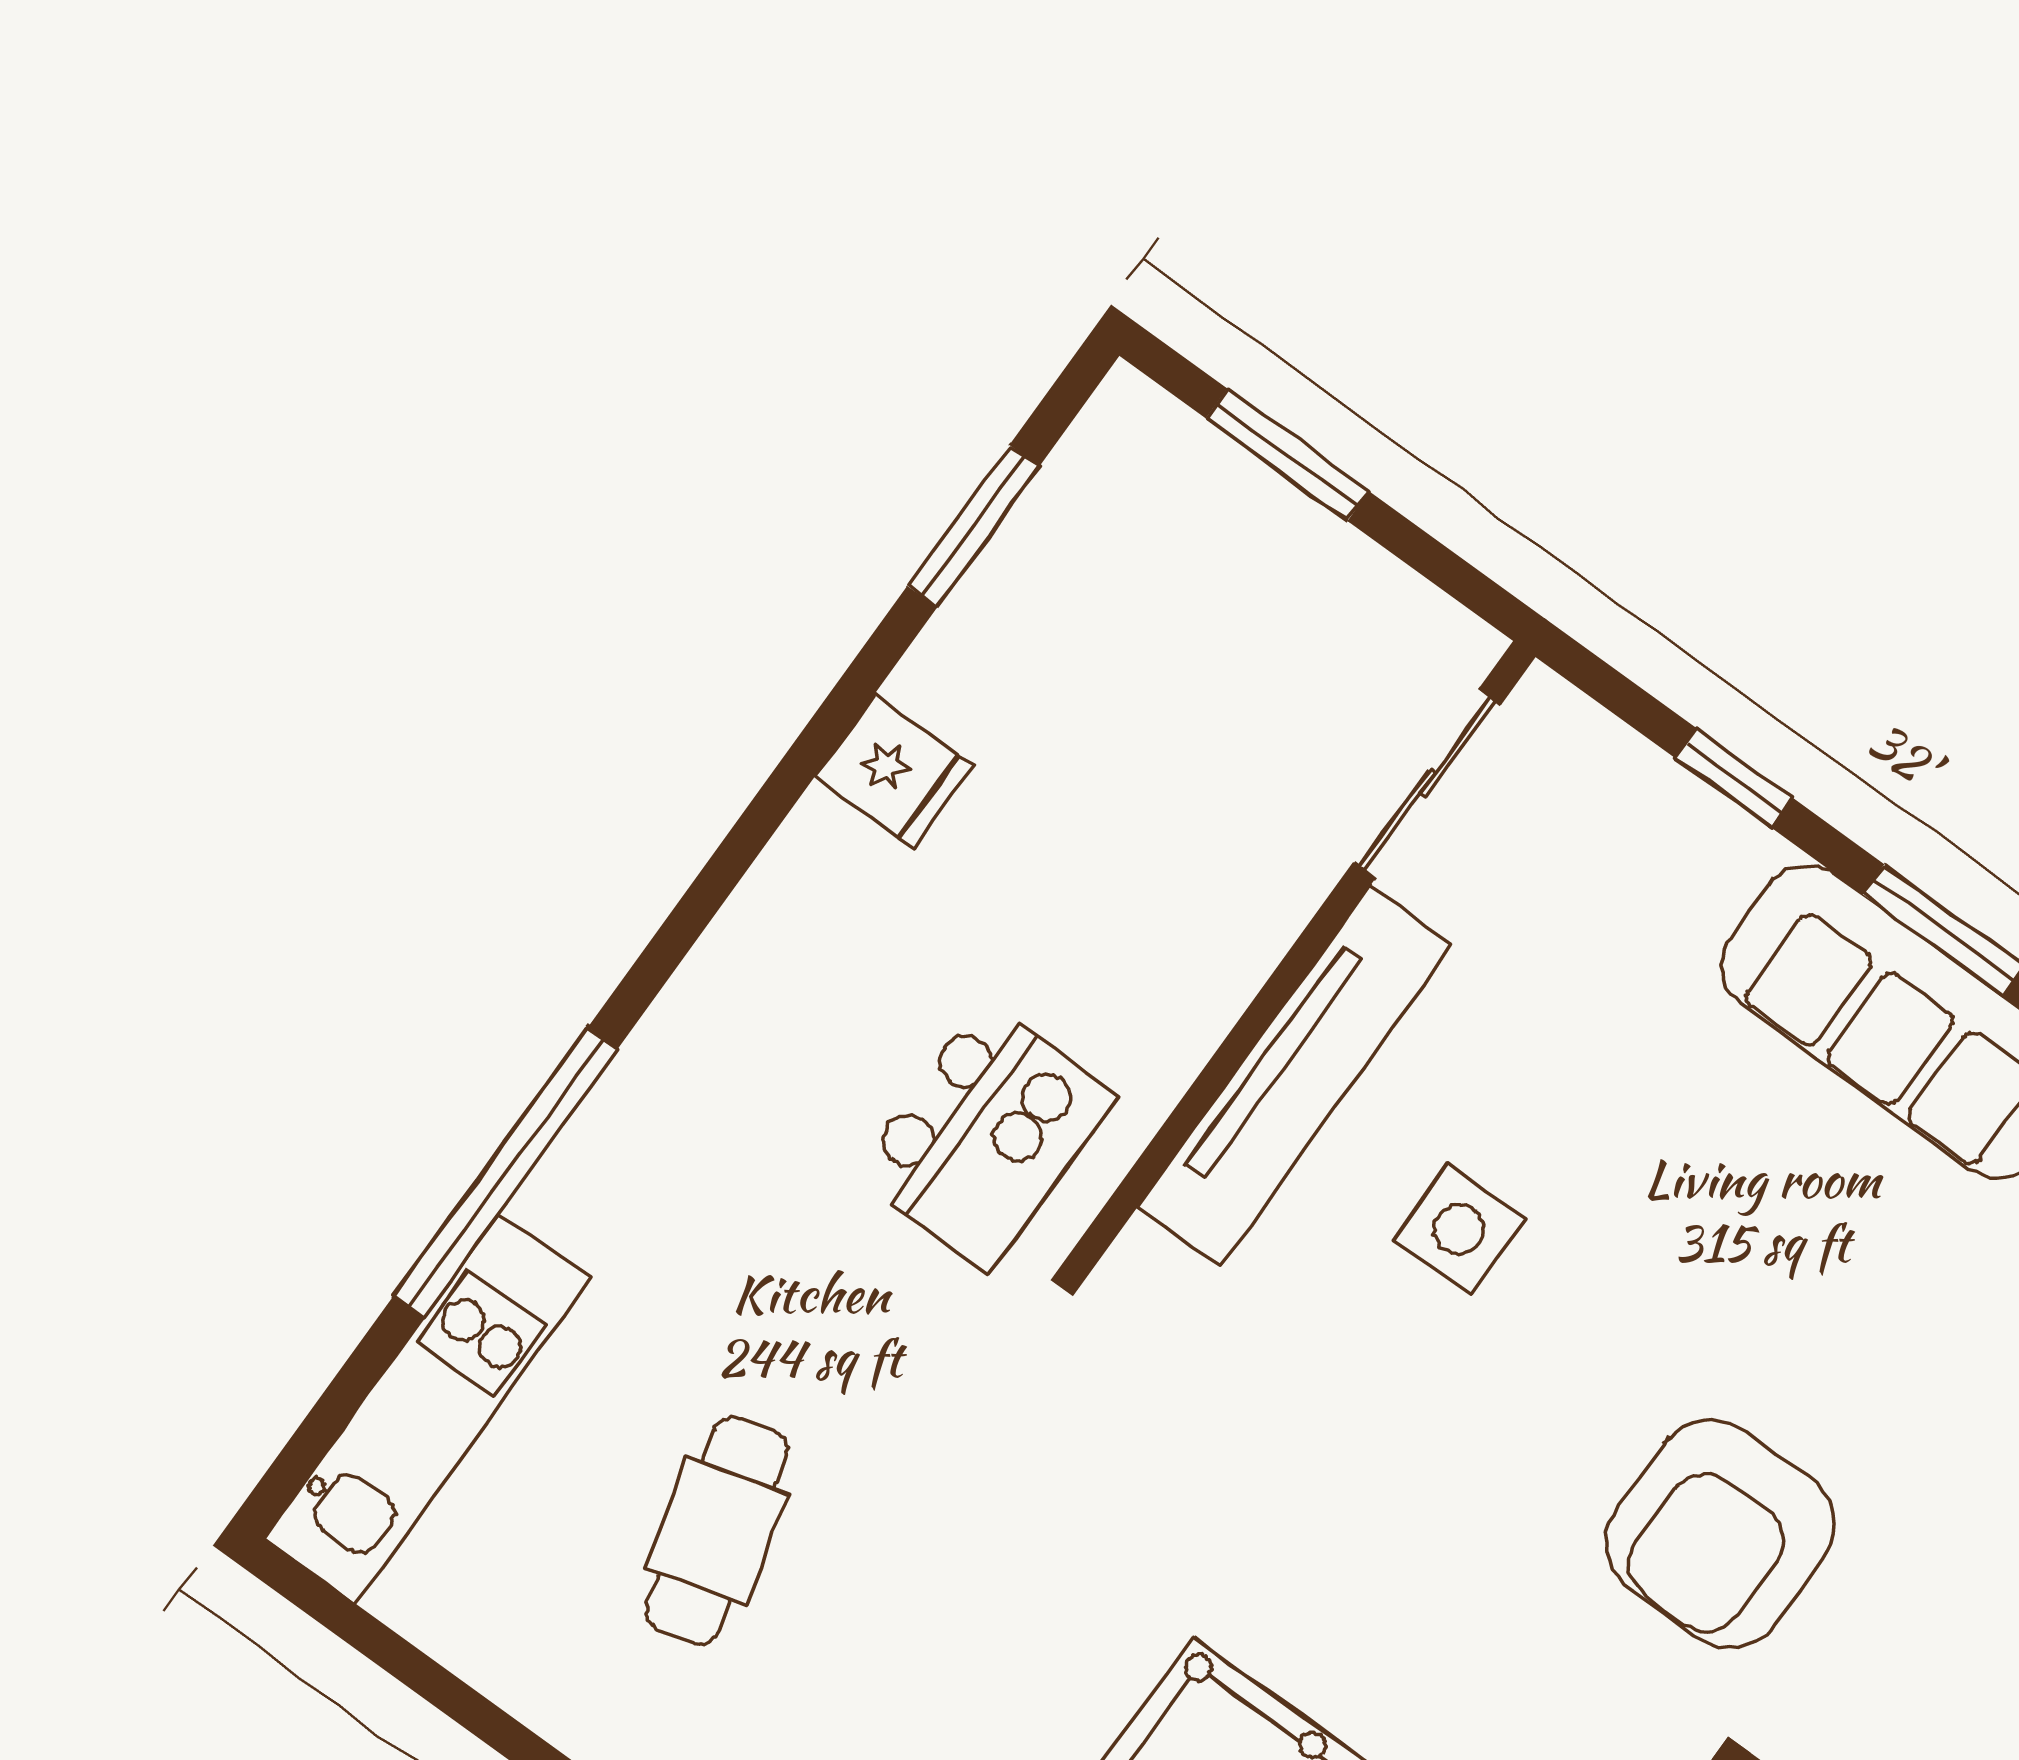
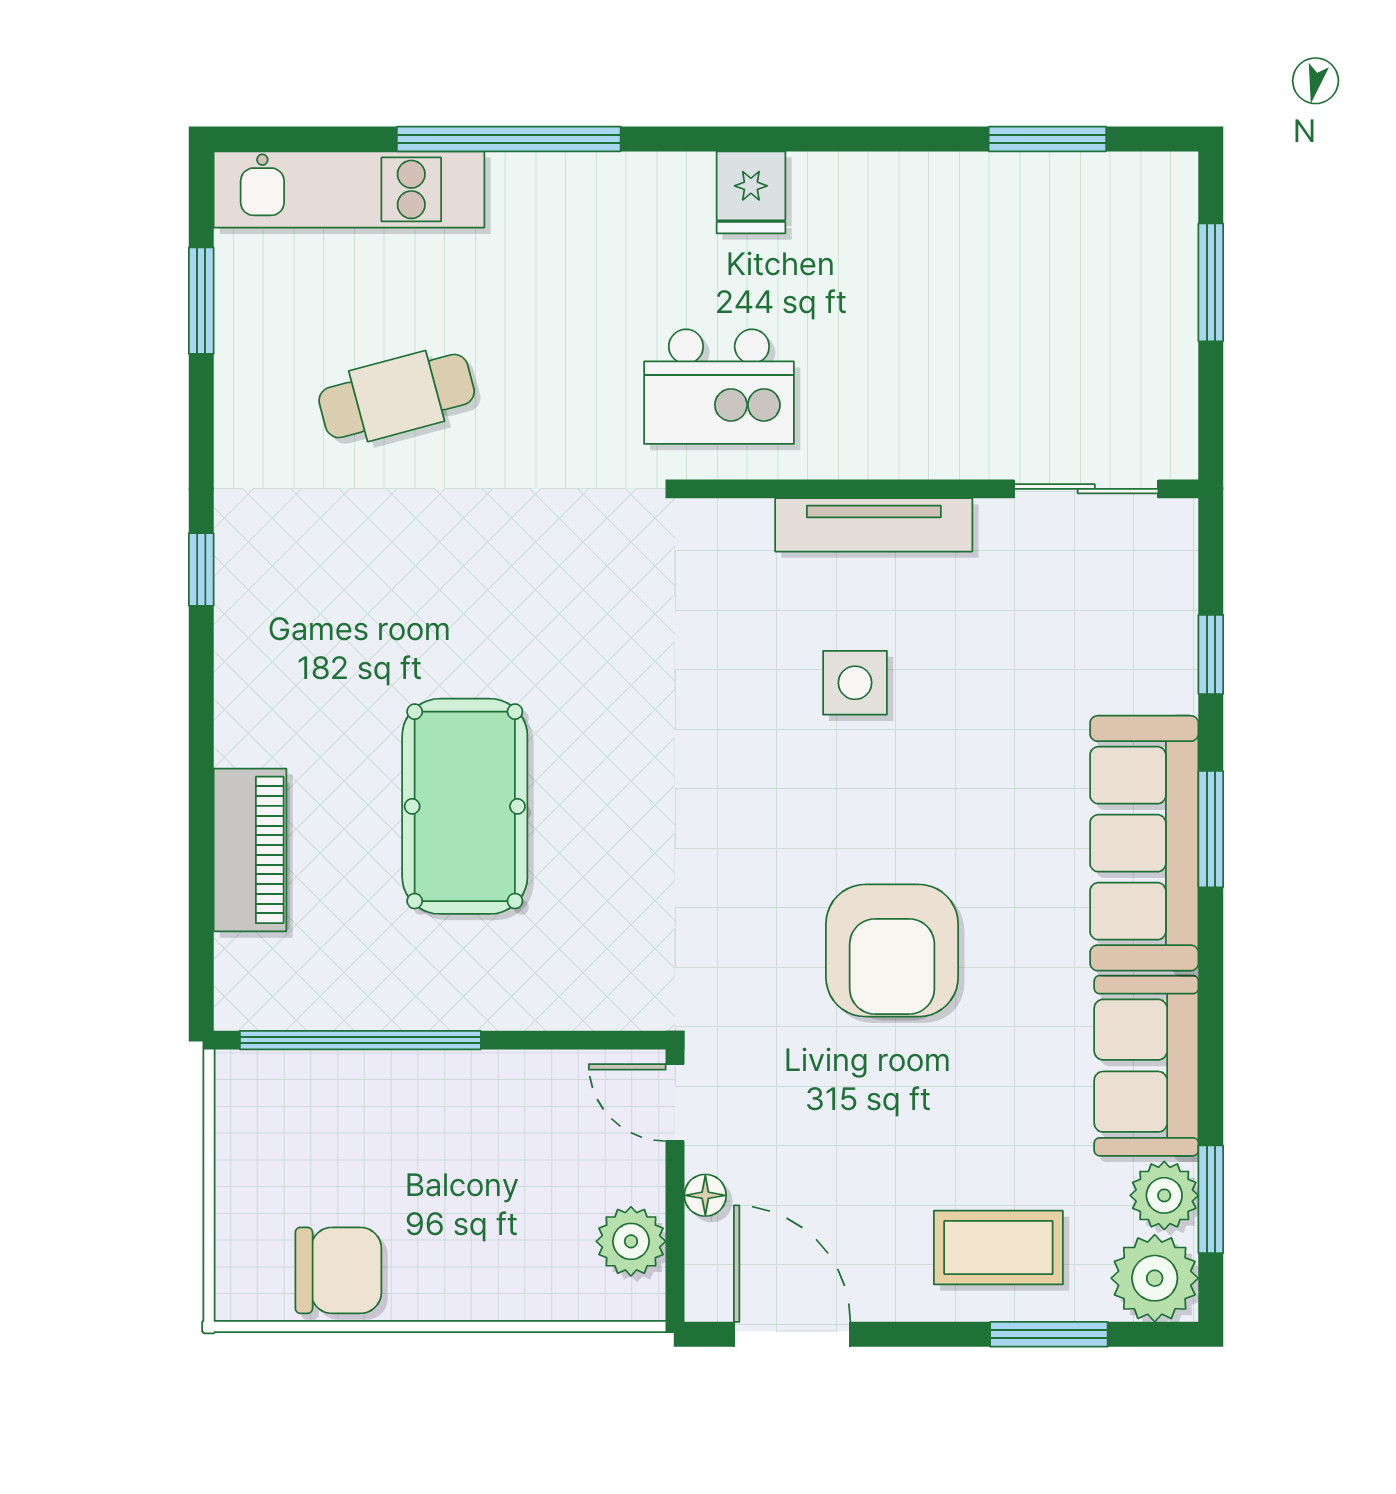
fridge: (894, 771) -> (751, 192), moved
tv unit: (1295, 1076) -> (874, 525), width x0.73, depth x0.78
armchair: (1720, 1533) -> (892, 951), moved, turned -90
window: (432, 1682) -> (201, 301), added

